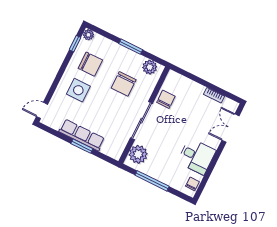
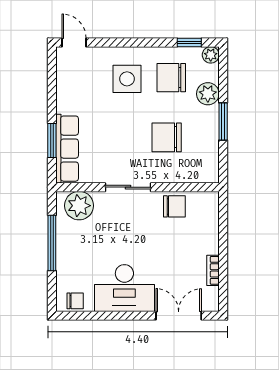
chair: (90, 64) -> (171, 78), turned 90
plant: (150, 67) -> (208, 94), moved
sliding door: (141, 121) -> (128, 187), width x0.73
row of seats: (82, 135) -> (67, 149), moved
window: (82, 146) -> (52, 141), moved
desk: (197, 156) -> (124, 288), width x1.37

